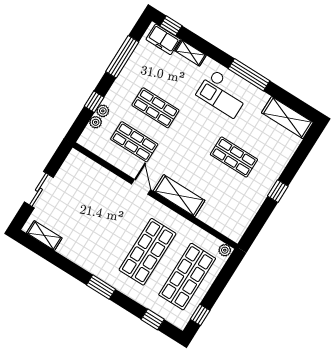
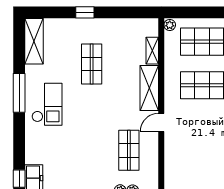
shelving: (190, 53) -> (152, 51), moved
shop shelf: (155, 108) -> (92, 150), removed
window: (278, 191) -> (85, 12), moved

